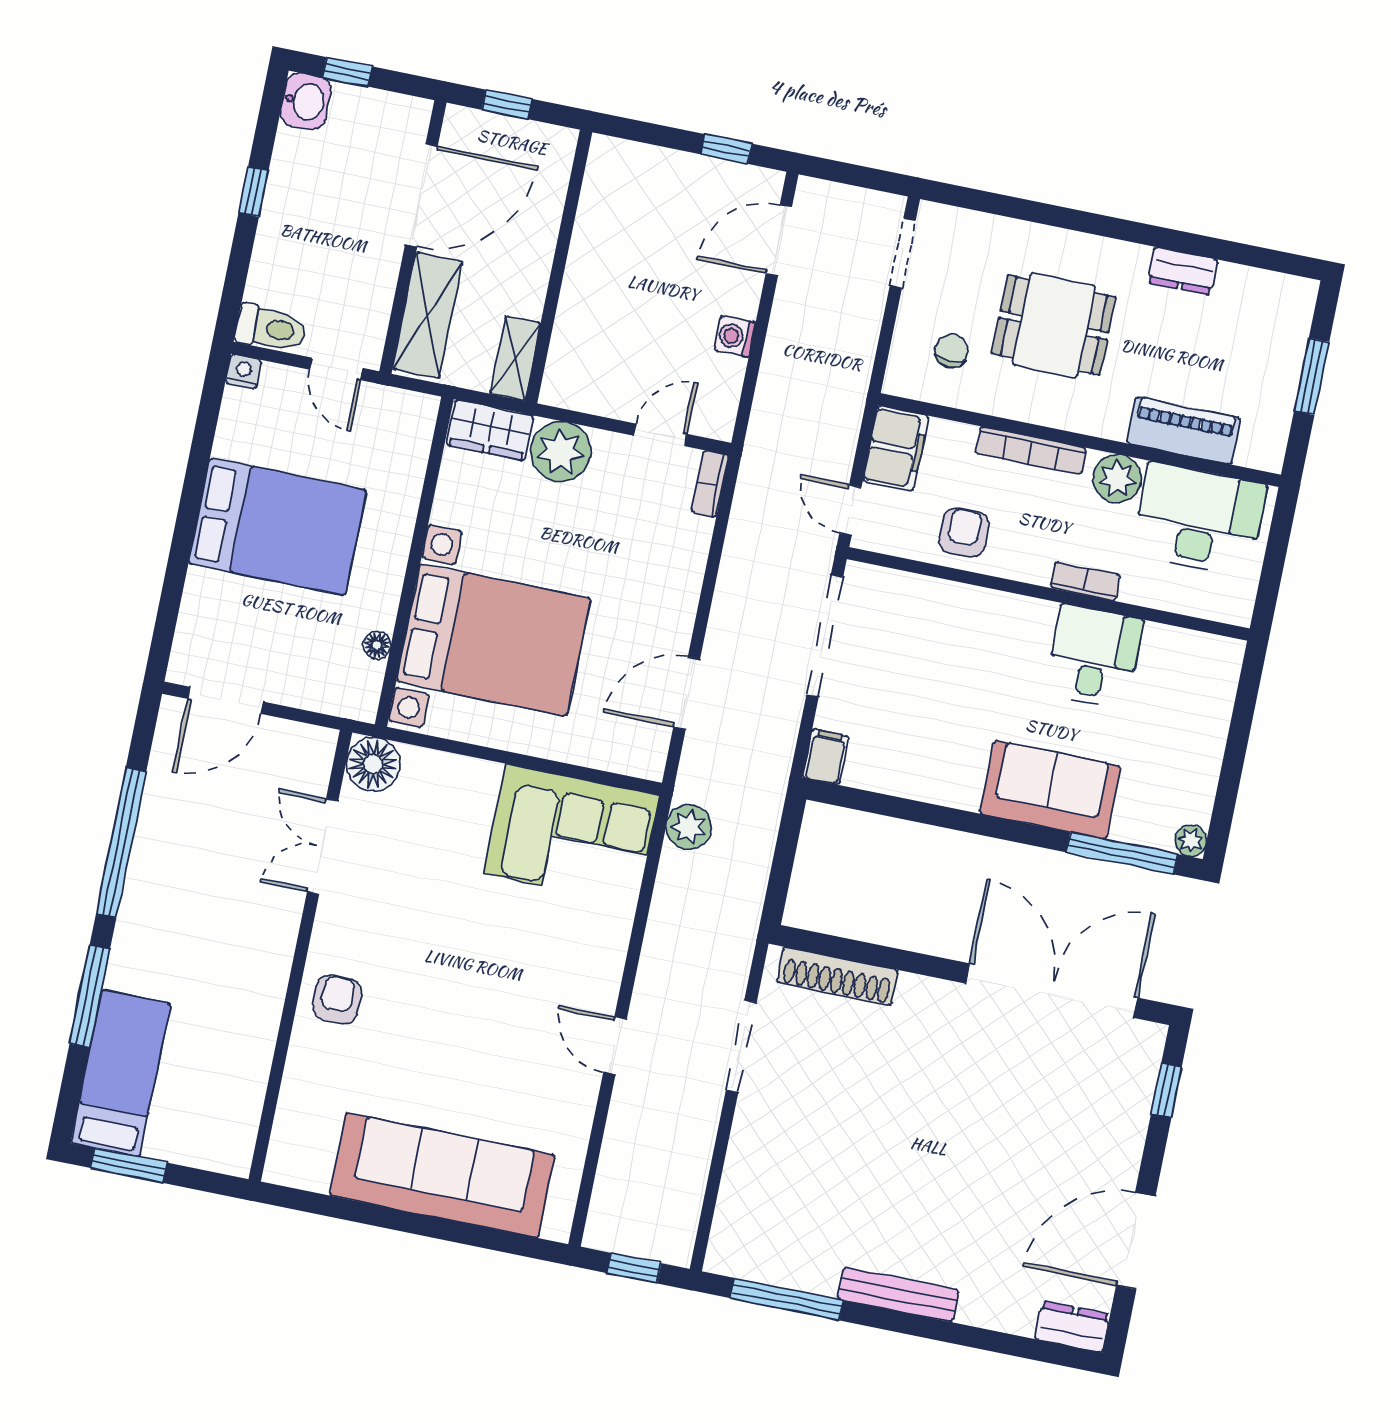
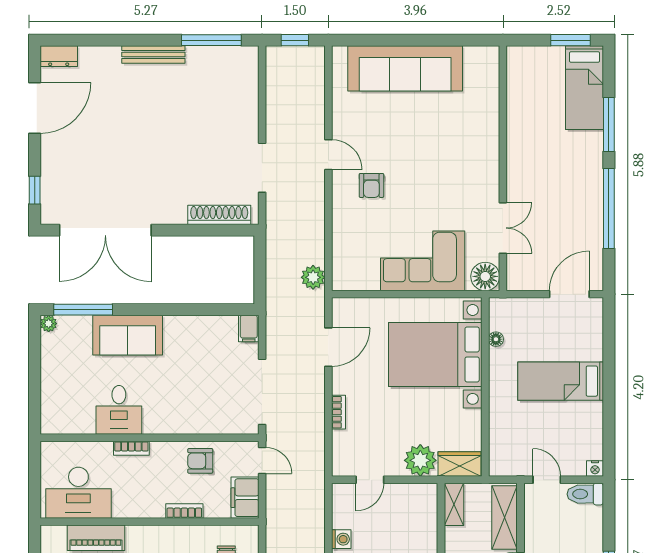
bookcase: (1031, 451) -> (184, 511), width x0.64
plant: (1117, 479) -> (126, 505), removed
bookcase: (710, 484) -> (339, 412), moved
bed: (278, 527) -> (561, 381), width x0.67
armchair: (964, 533) -> (200, 461), turned 90
corner sofa: (572, 834) -> (423, 261), moved
armchair: (337, 999) -> (371, 185), moved

